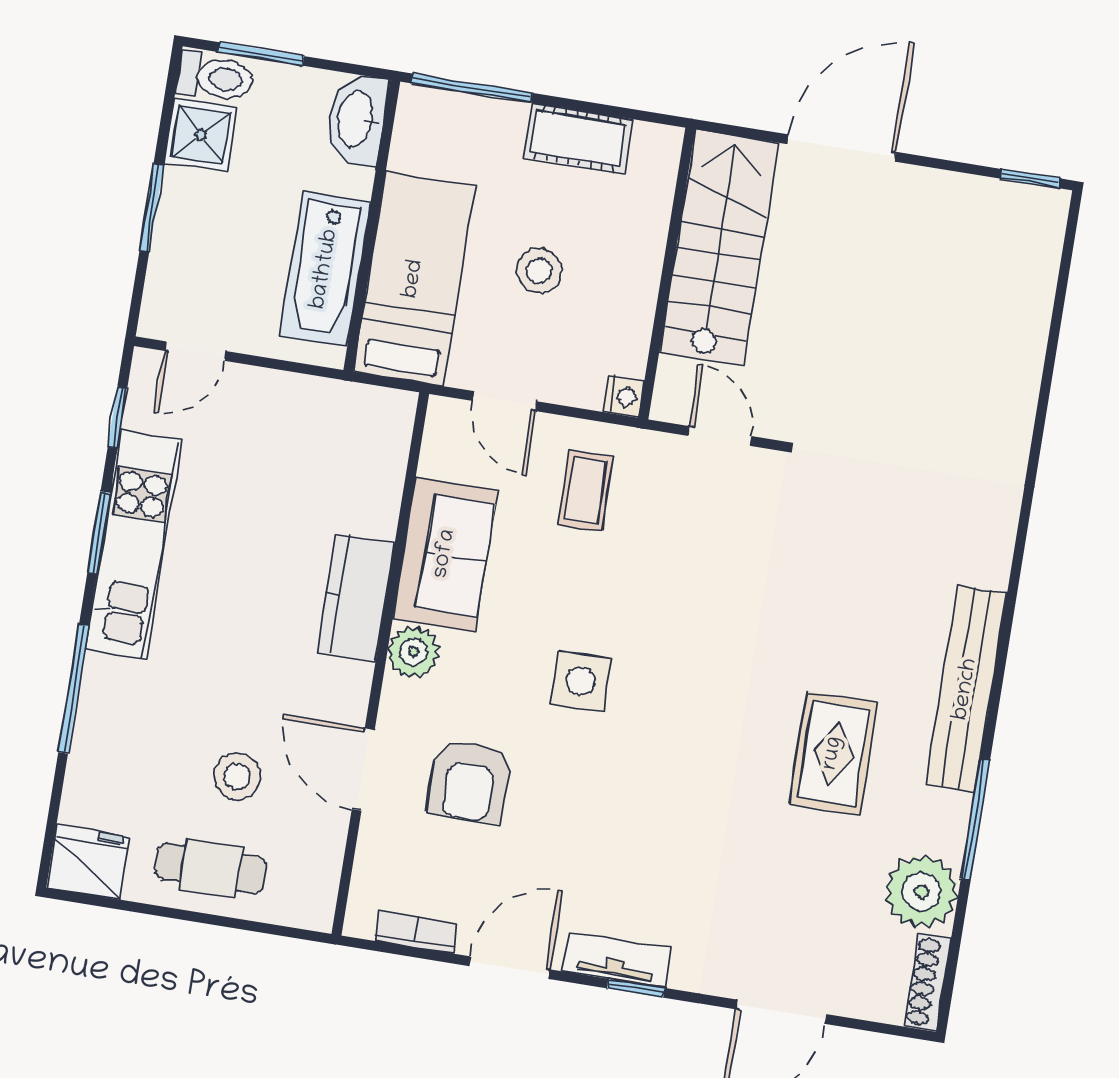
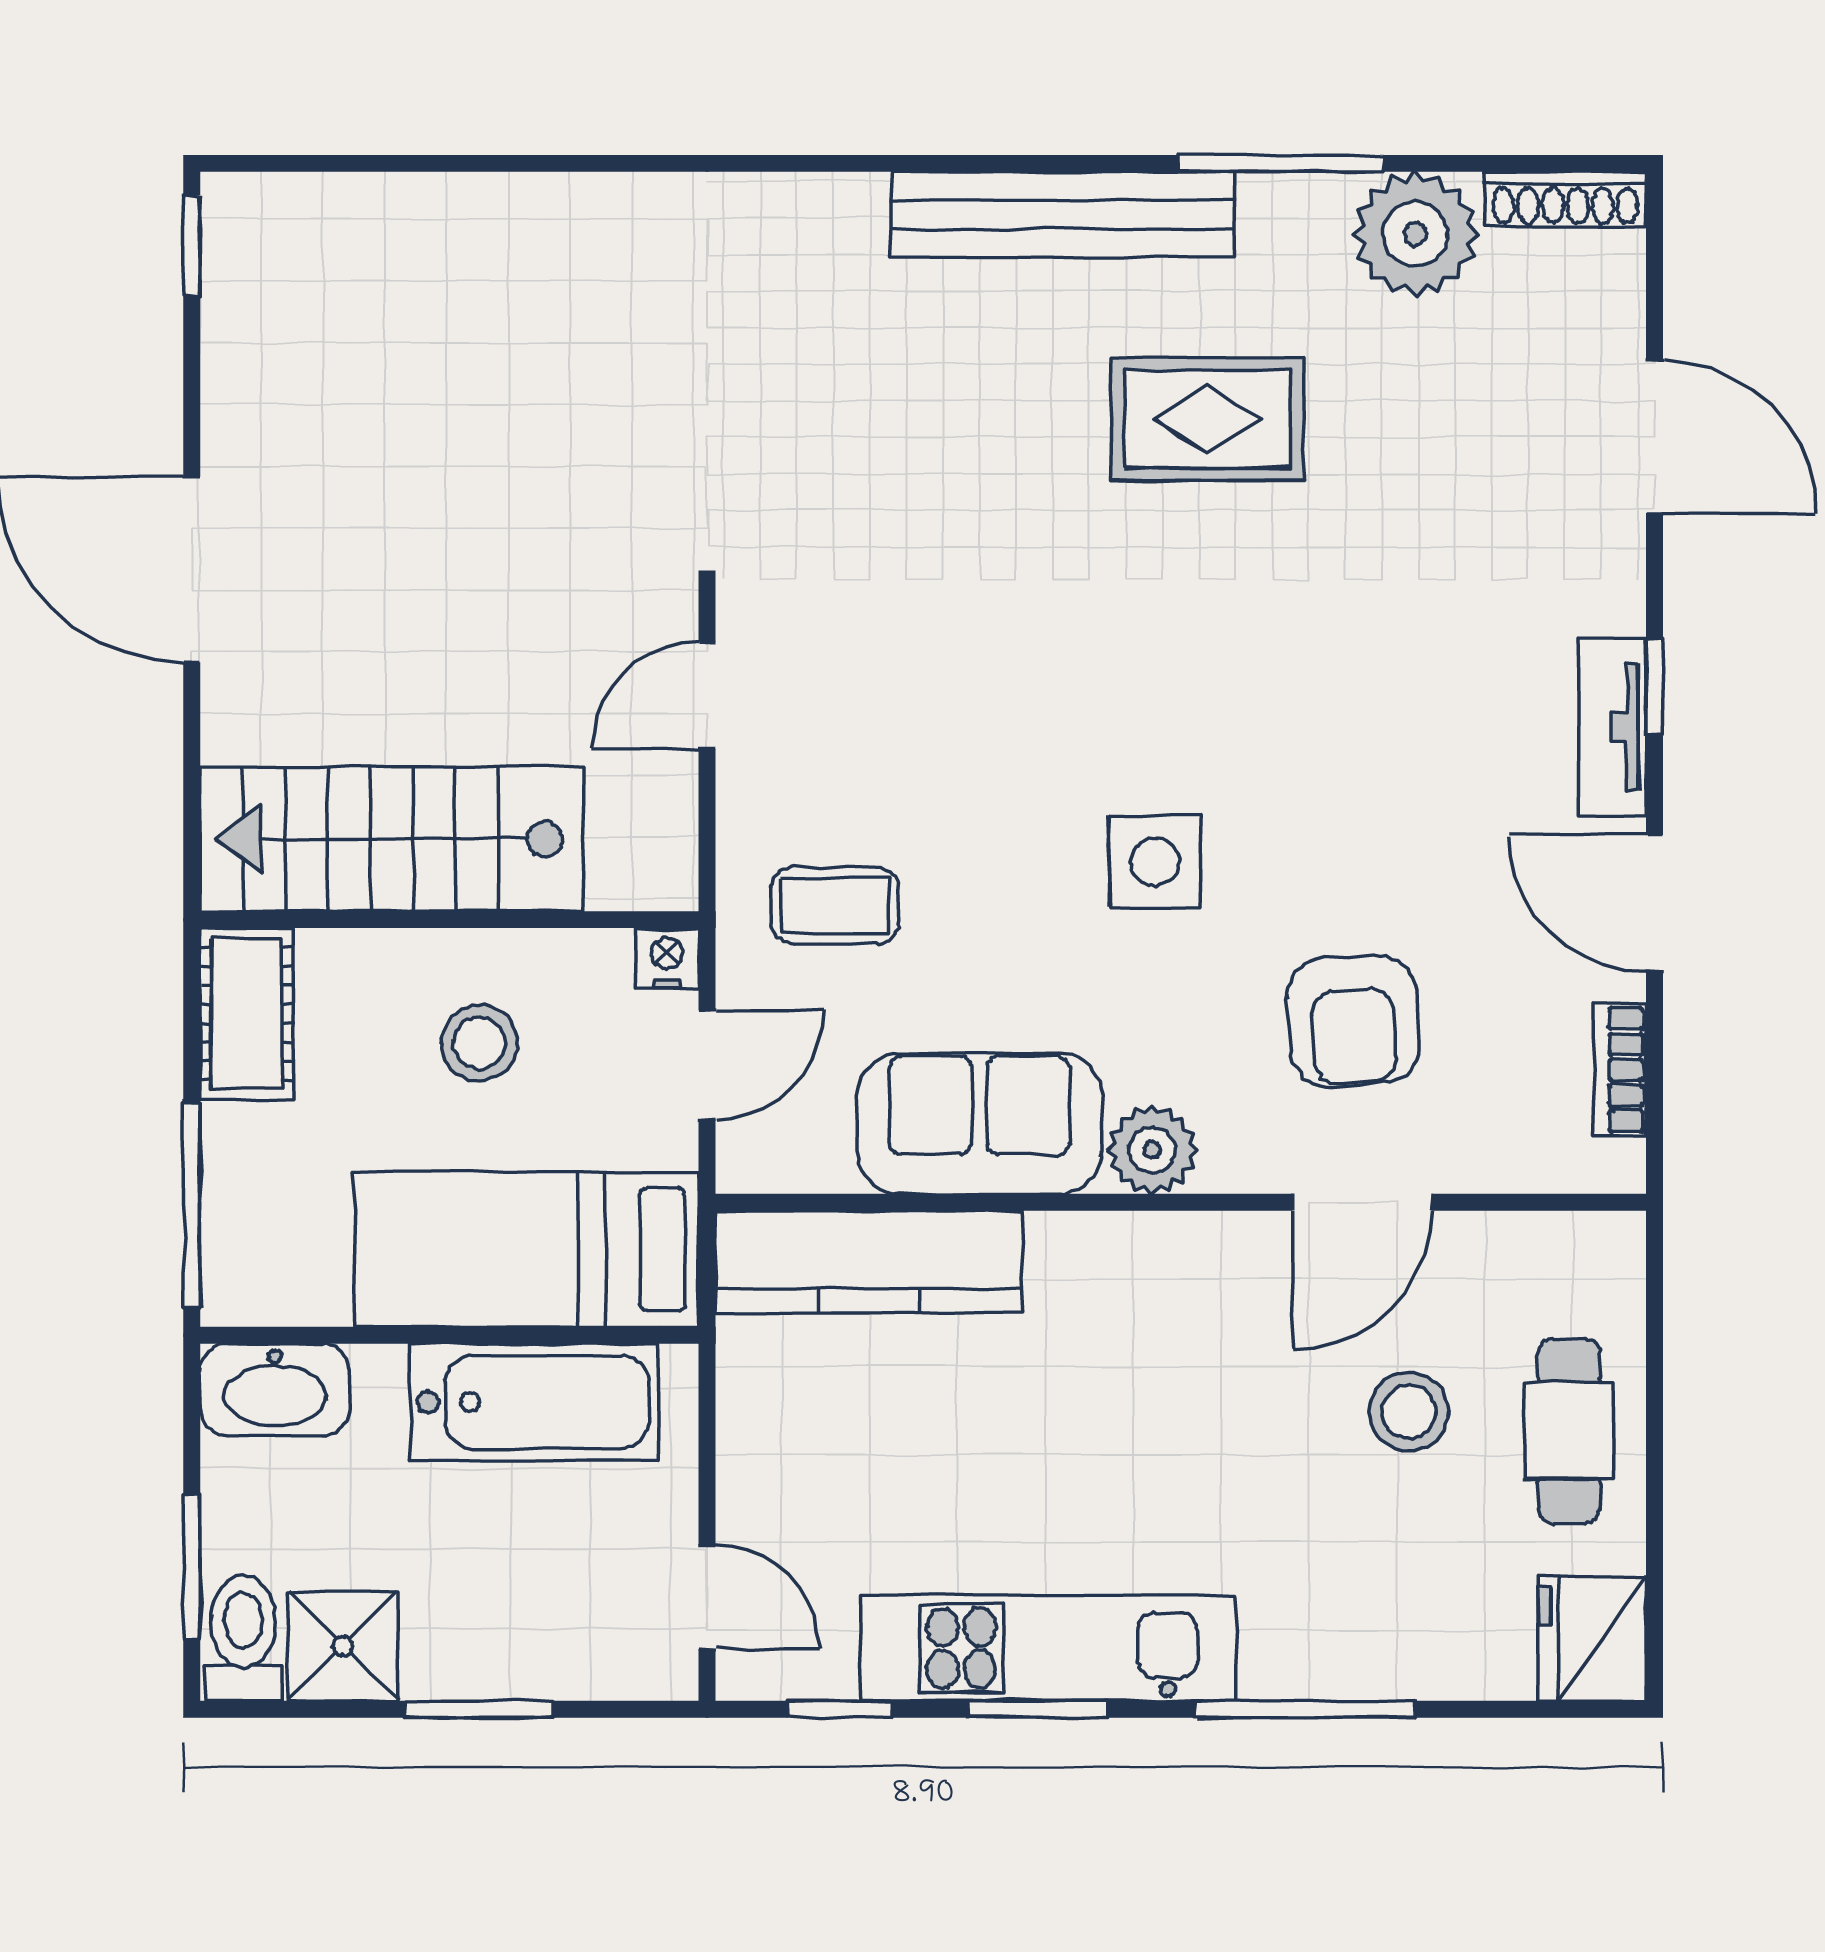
stairs: (719, 248) -> (392, 839), moved
wall: (667, 274) -> (449, 920), moved
nightstand: (624, 397) -> (667, 958), moved
kitchen counter: (355, 598) -> (869, 1262), moved, width x1.50
armchair: (470, 781) -> (1353, 1021), turned 86

